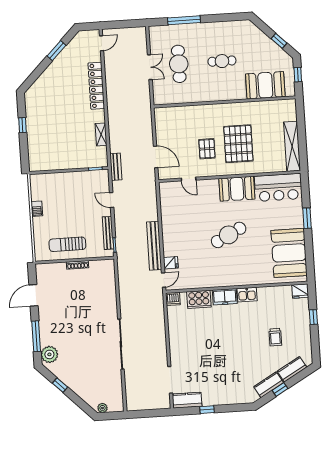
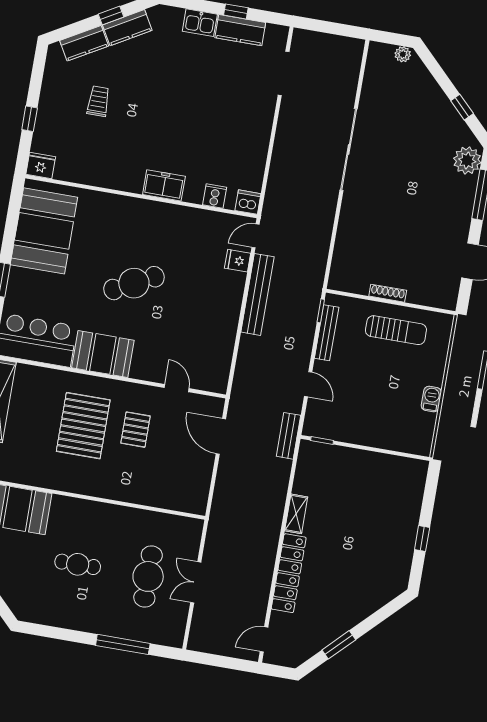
shelving: (101, 134) -> (296, 514), moved
kitchen sink: (247, 295) -> (200, 23), moved, turned 180
cooker: (199, 299) -> (215, 196), width x0.53, depth x0.76
kitchen counter: (187, 400) -> (240, 30), moved

